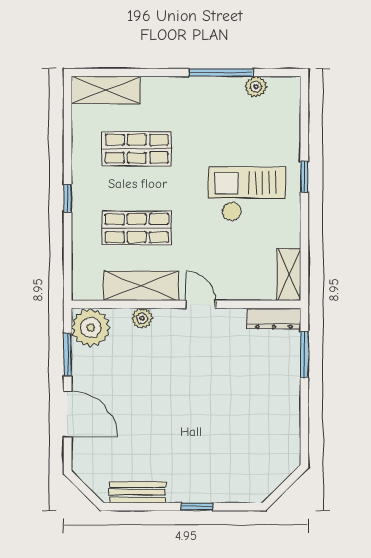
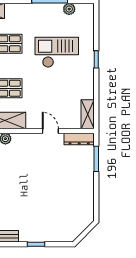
checkout: (247, 194) -> (57, 52), moved
door: (201, 304) -> (50, 131), moved

